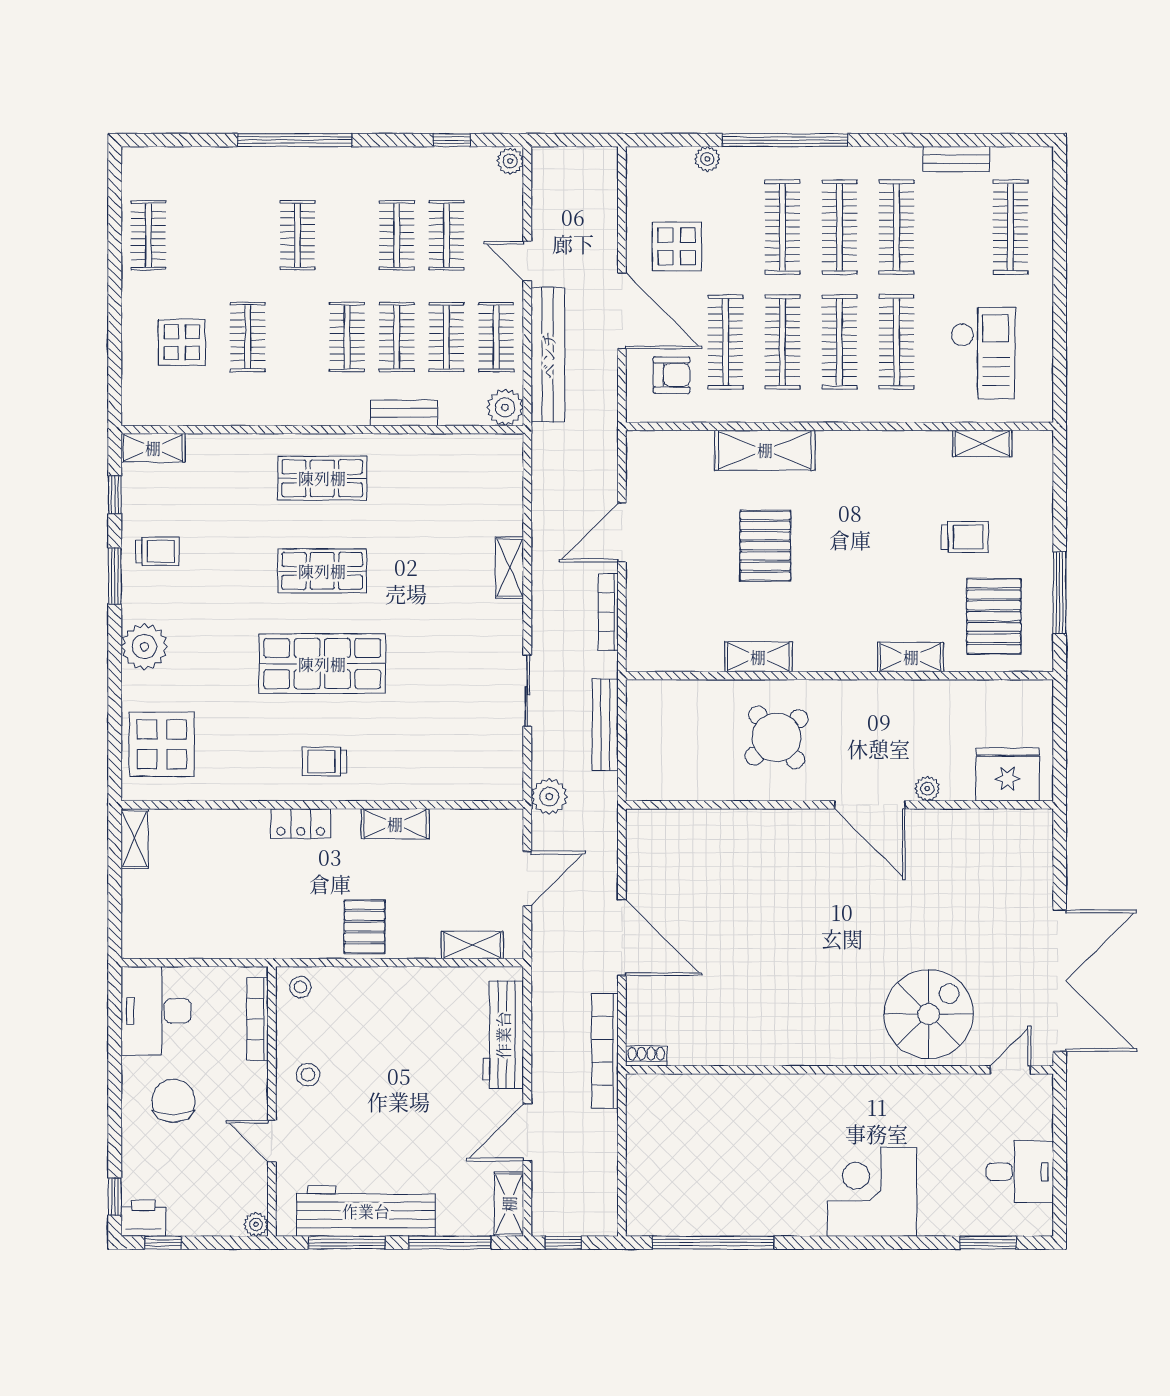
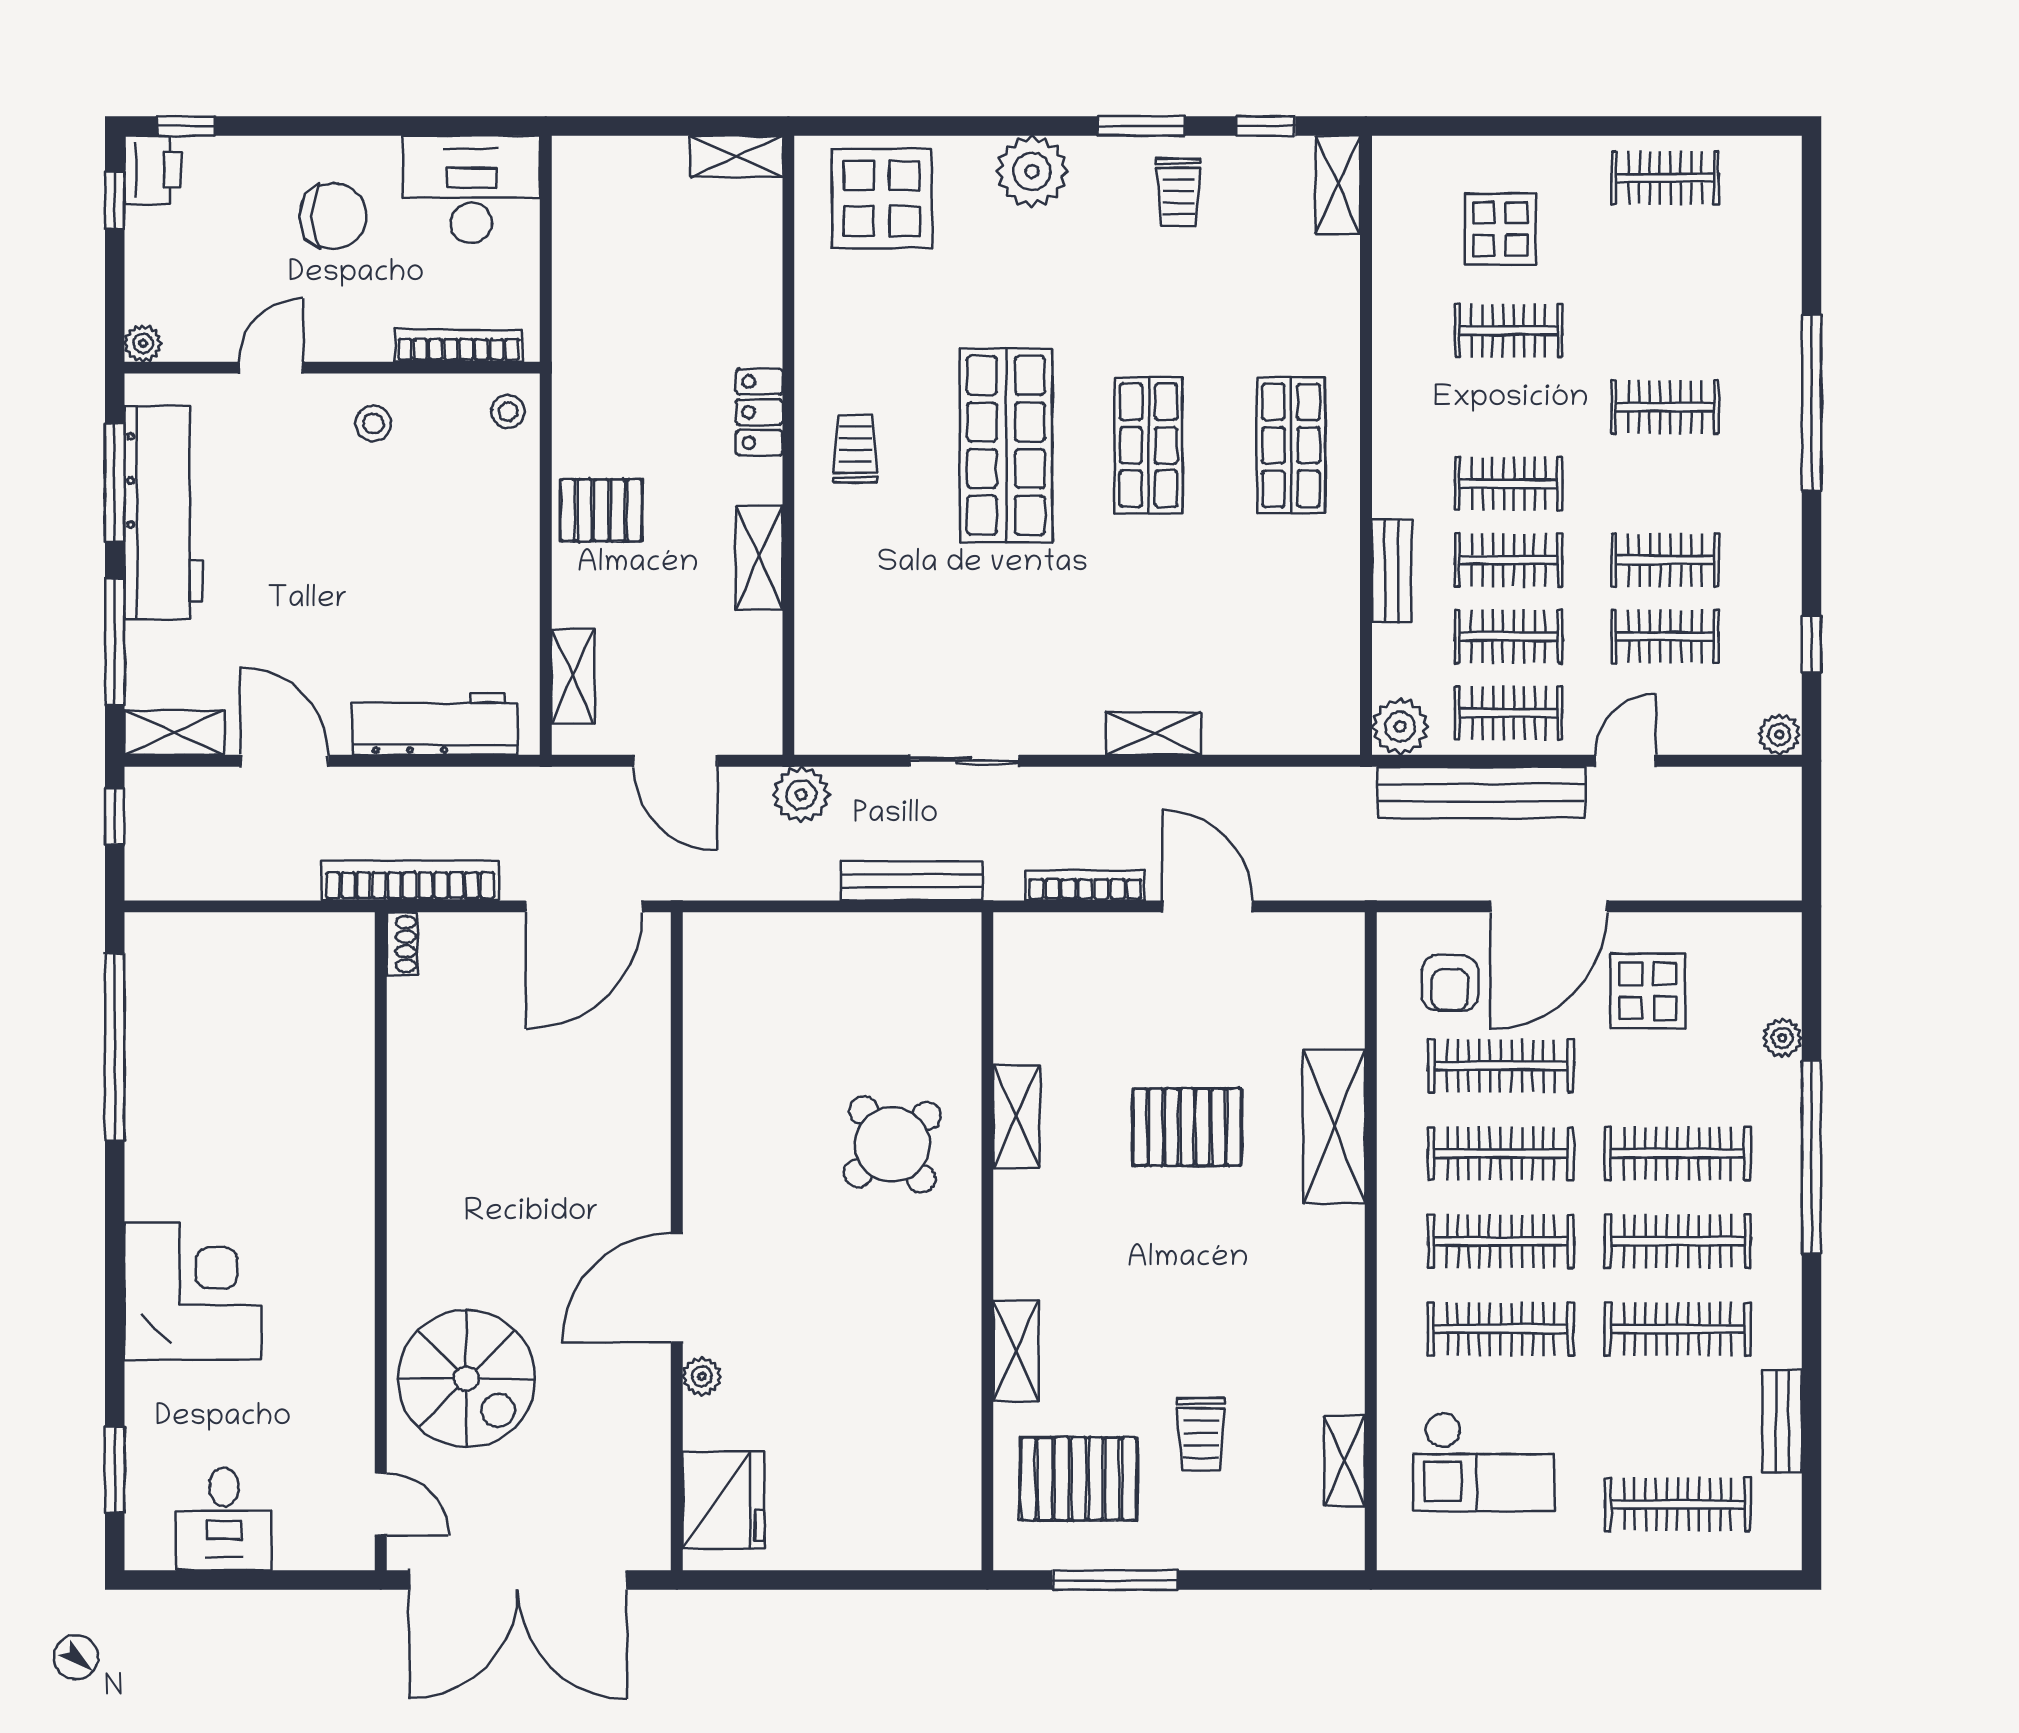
fridge: (1008, 774) -> (724, 1500), moved
plant: (927, 789) -> (702, 1376), moved
wall: (839, 805) -> (677, 1241), moved
door: (870, 805) -> (677, 1288), moved

